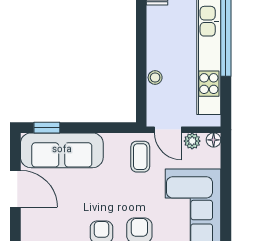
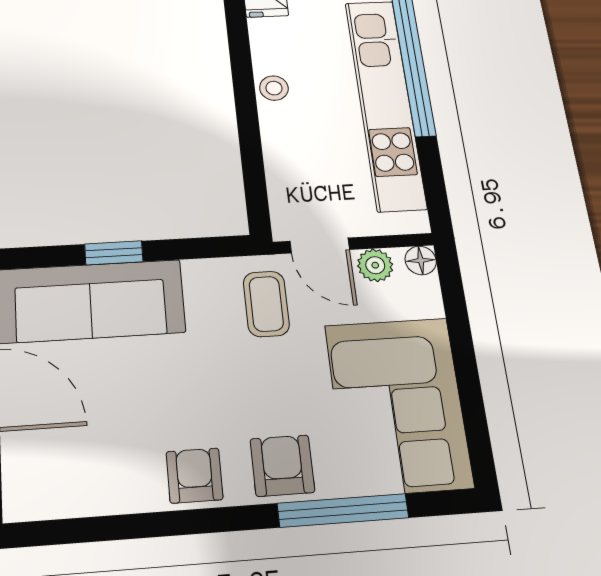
stool: (155, 77) -> (274, 88), moved
window: (47, 128) -> (114, 253), moved

